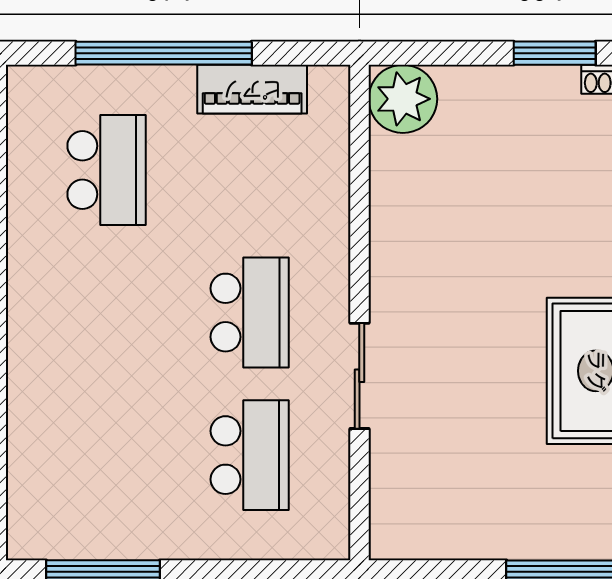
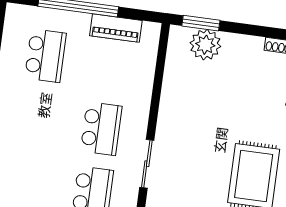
window: (555, 53) -> (201, 23), moved
plant: (403, 99) -> (205, 45), moved

